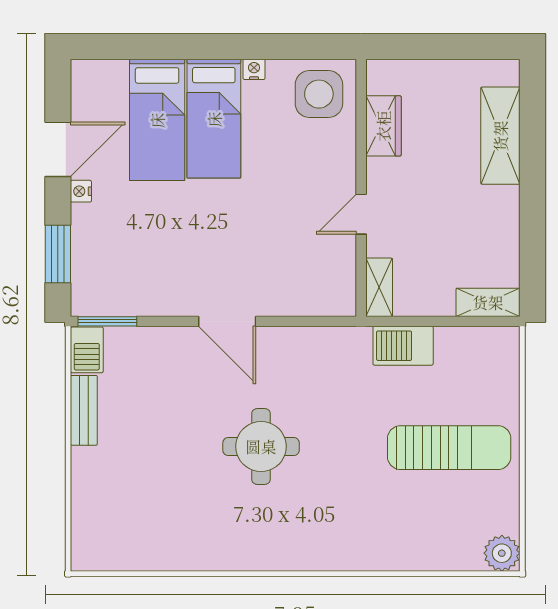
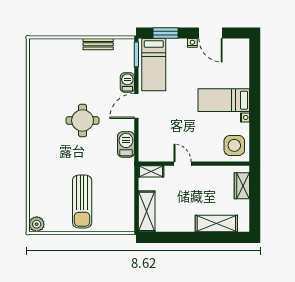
bed: (157, 120) -> (154, 65), moved, turned -90
wardrobe: (383, 126) -> (242, 186), moved, turned 90
shelving: (488, 302) -> (147, 211), width x1.50, depth x1.33
barbecue: (403, 346) -> (126, 145), moved
barbecue: (87, 350) -> (127, 83), moved, turned 90

